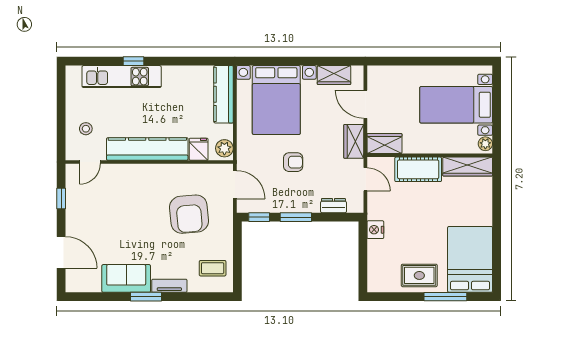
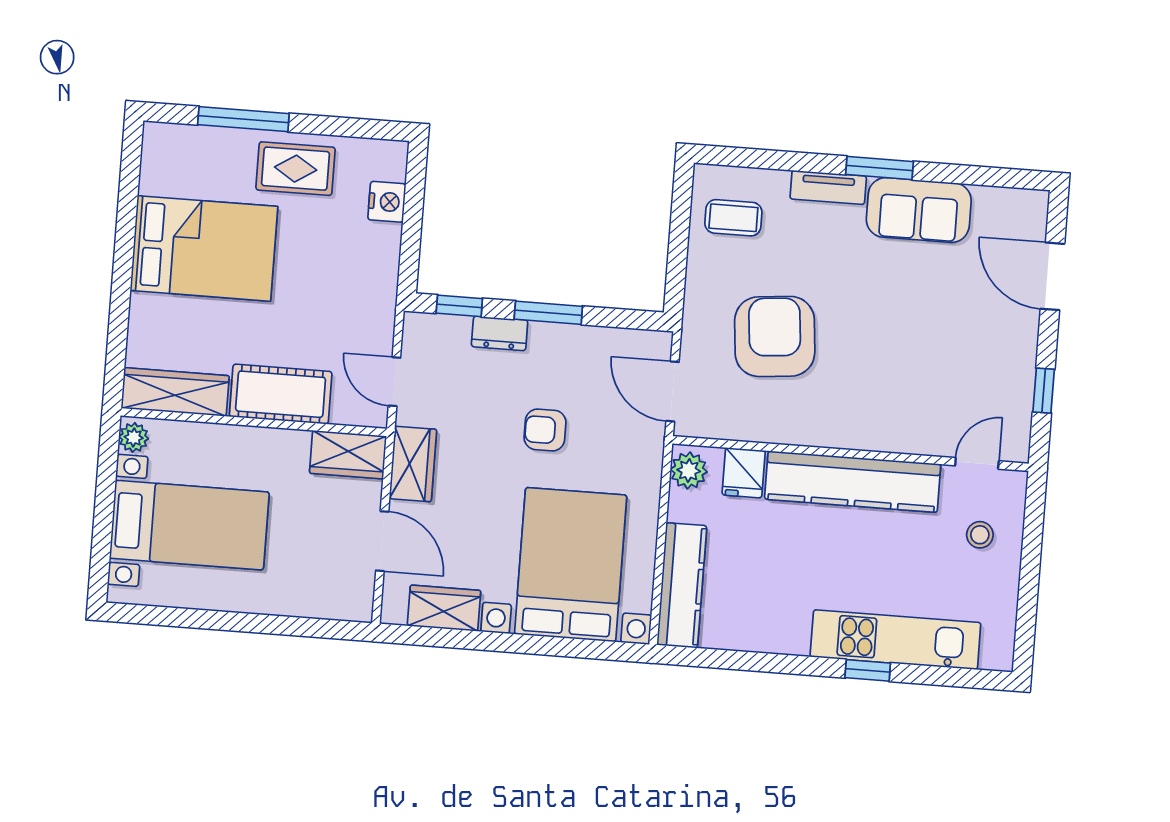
dresser: (333, 206) -> (500, 333), moved
window: (259, 217) -> (459, 306), moved
nightstand: (375, 230) -> (387, 202), moved
bed: (470, 259) -> (204, 248), moved, turned -90

